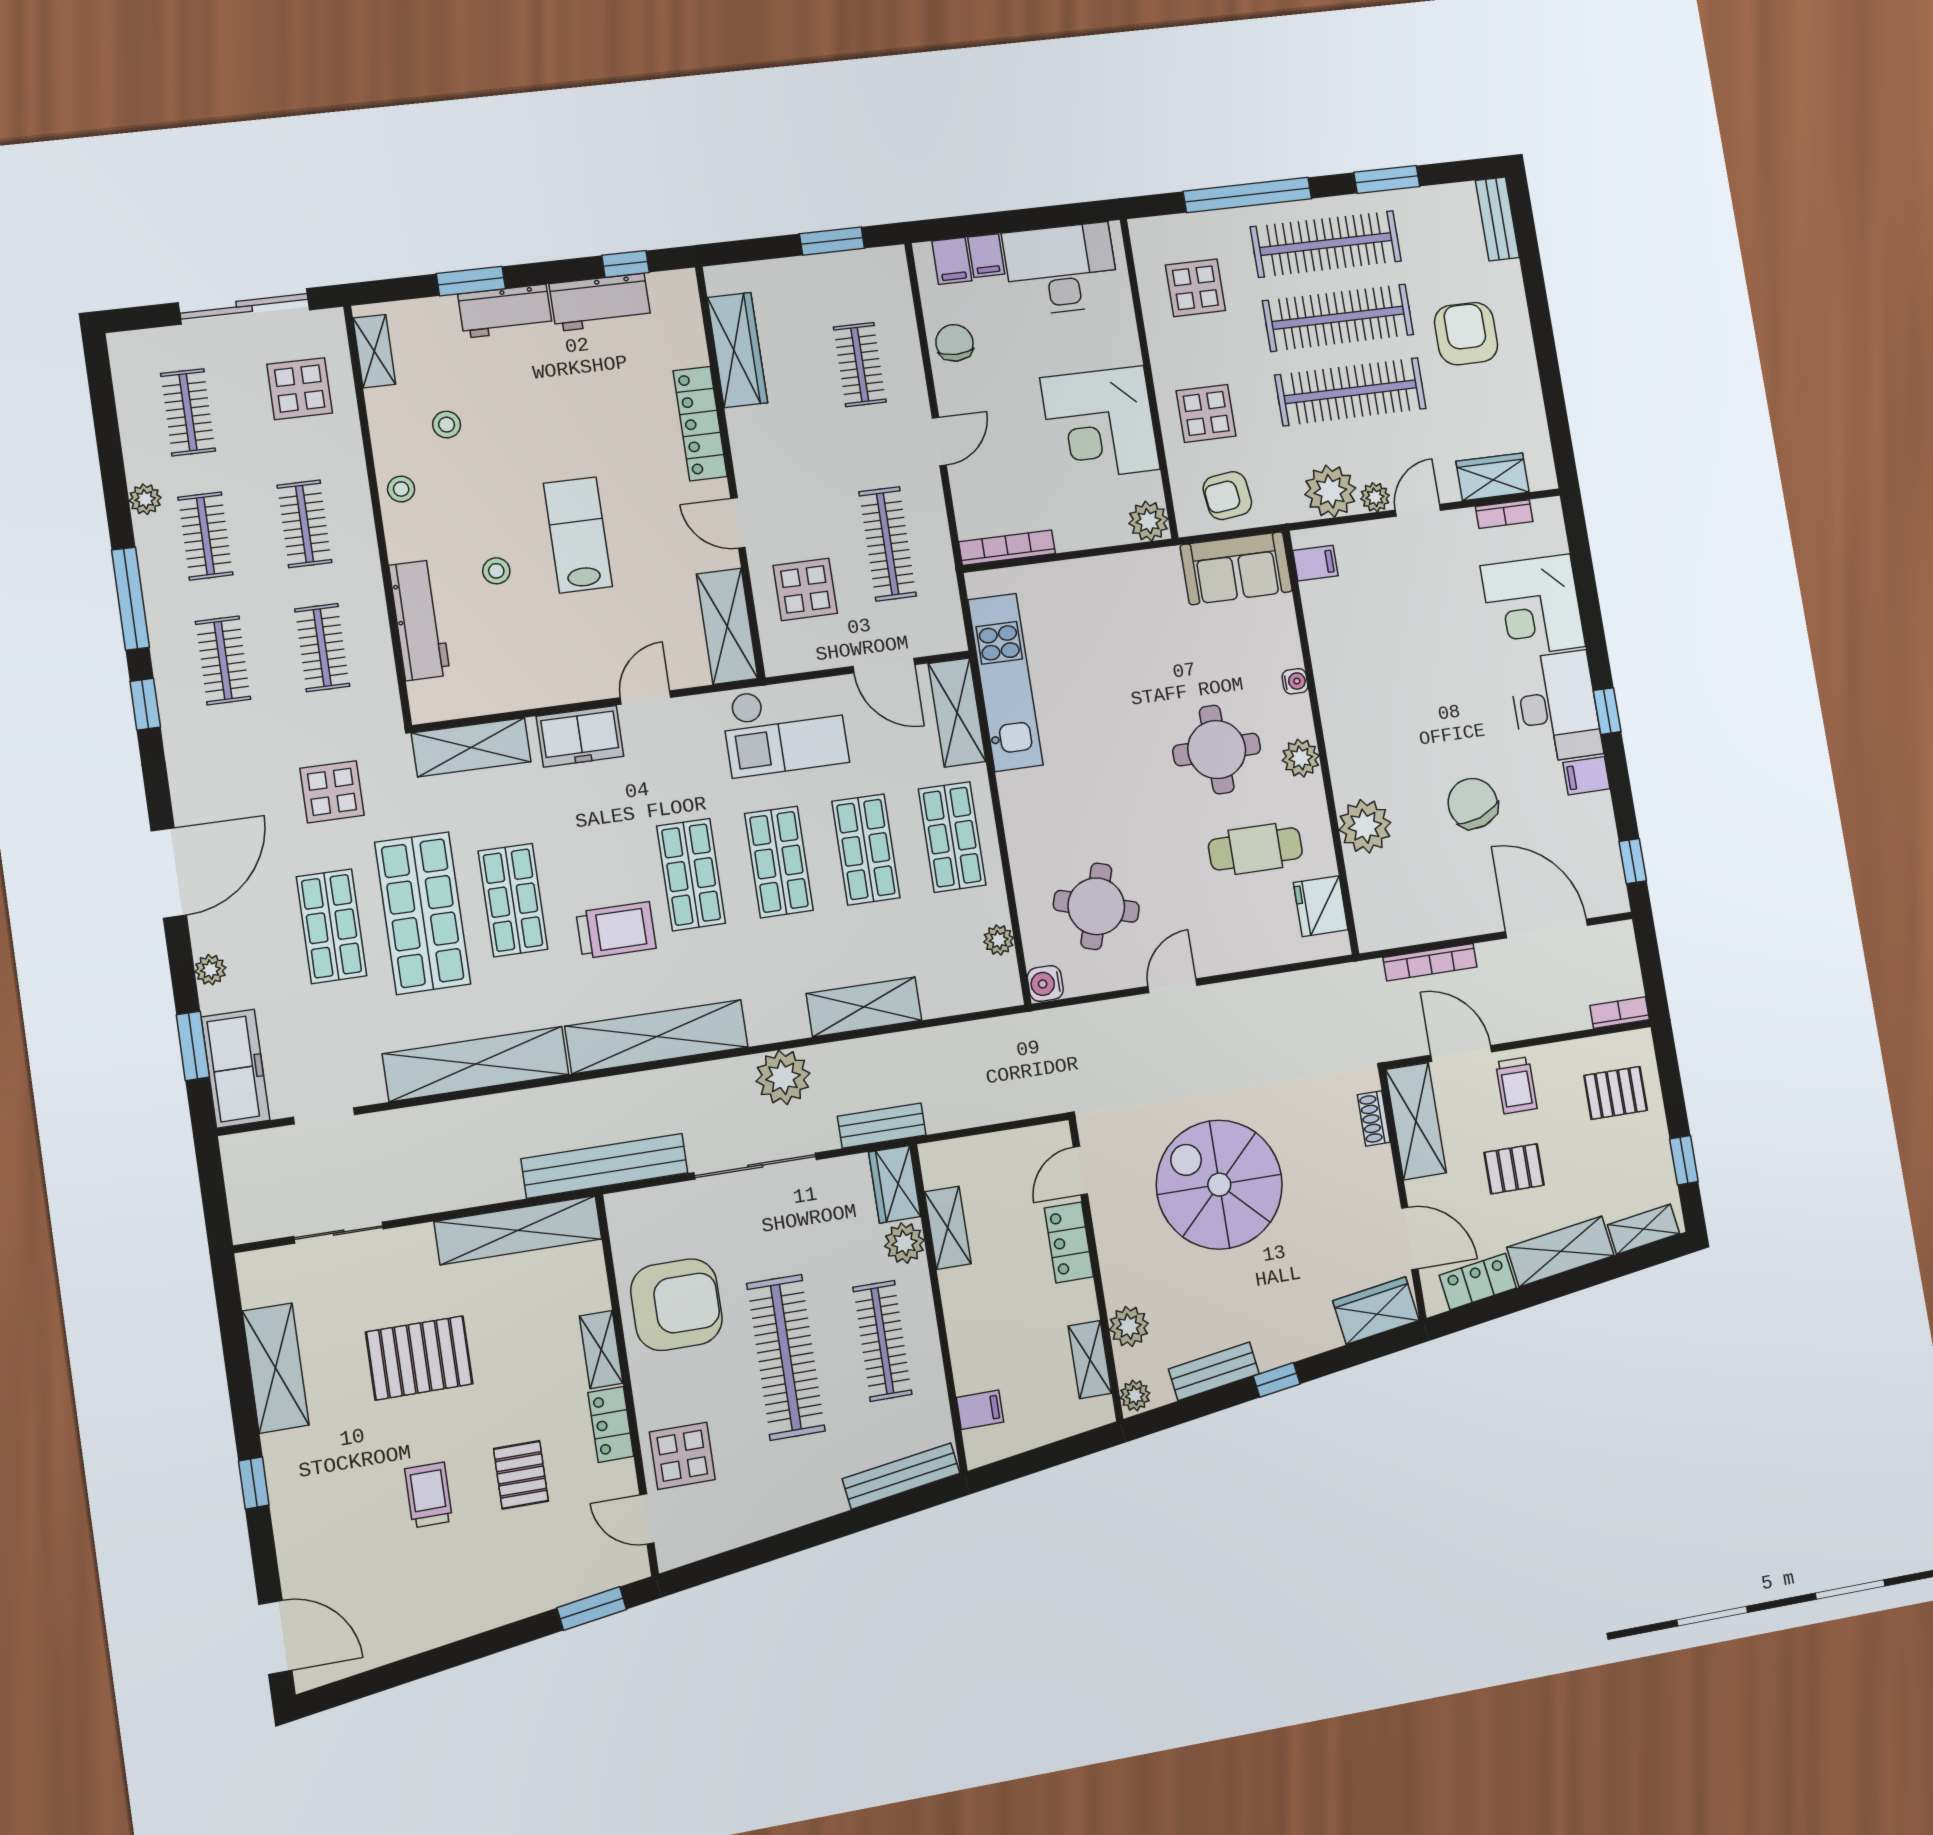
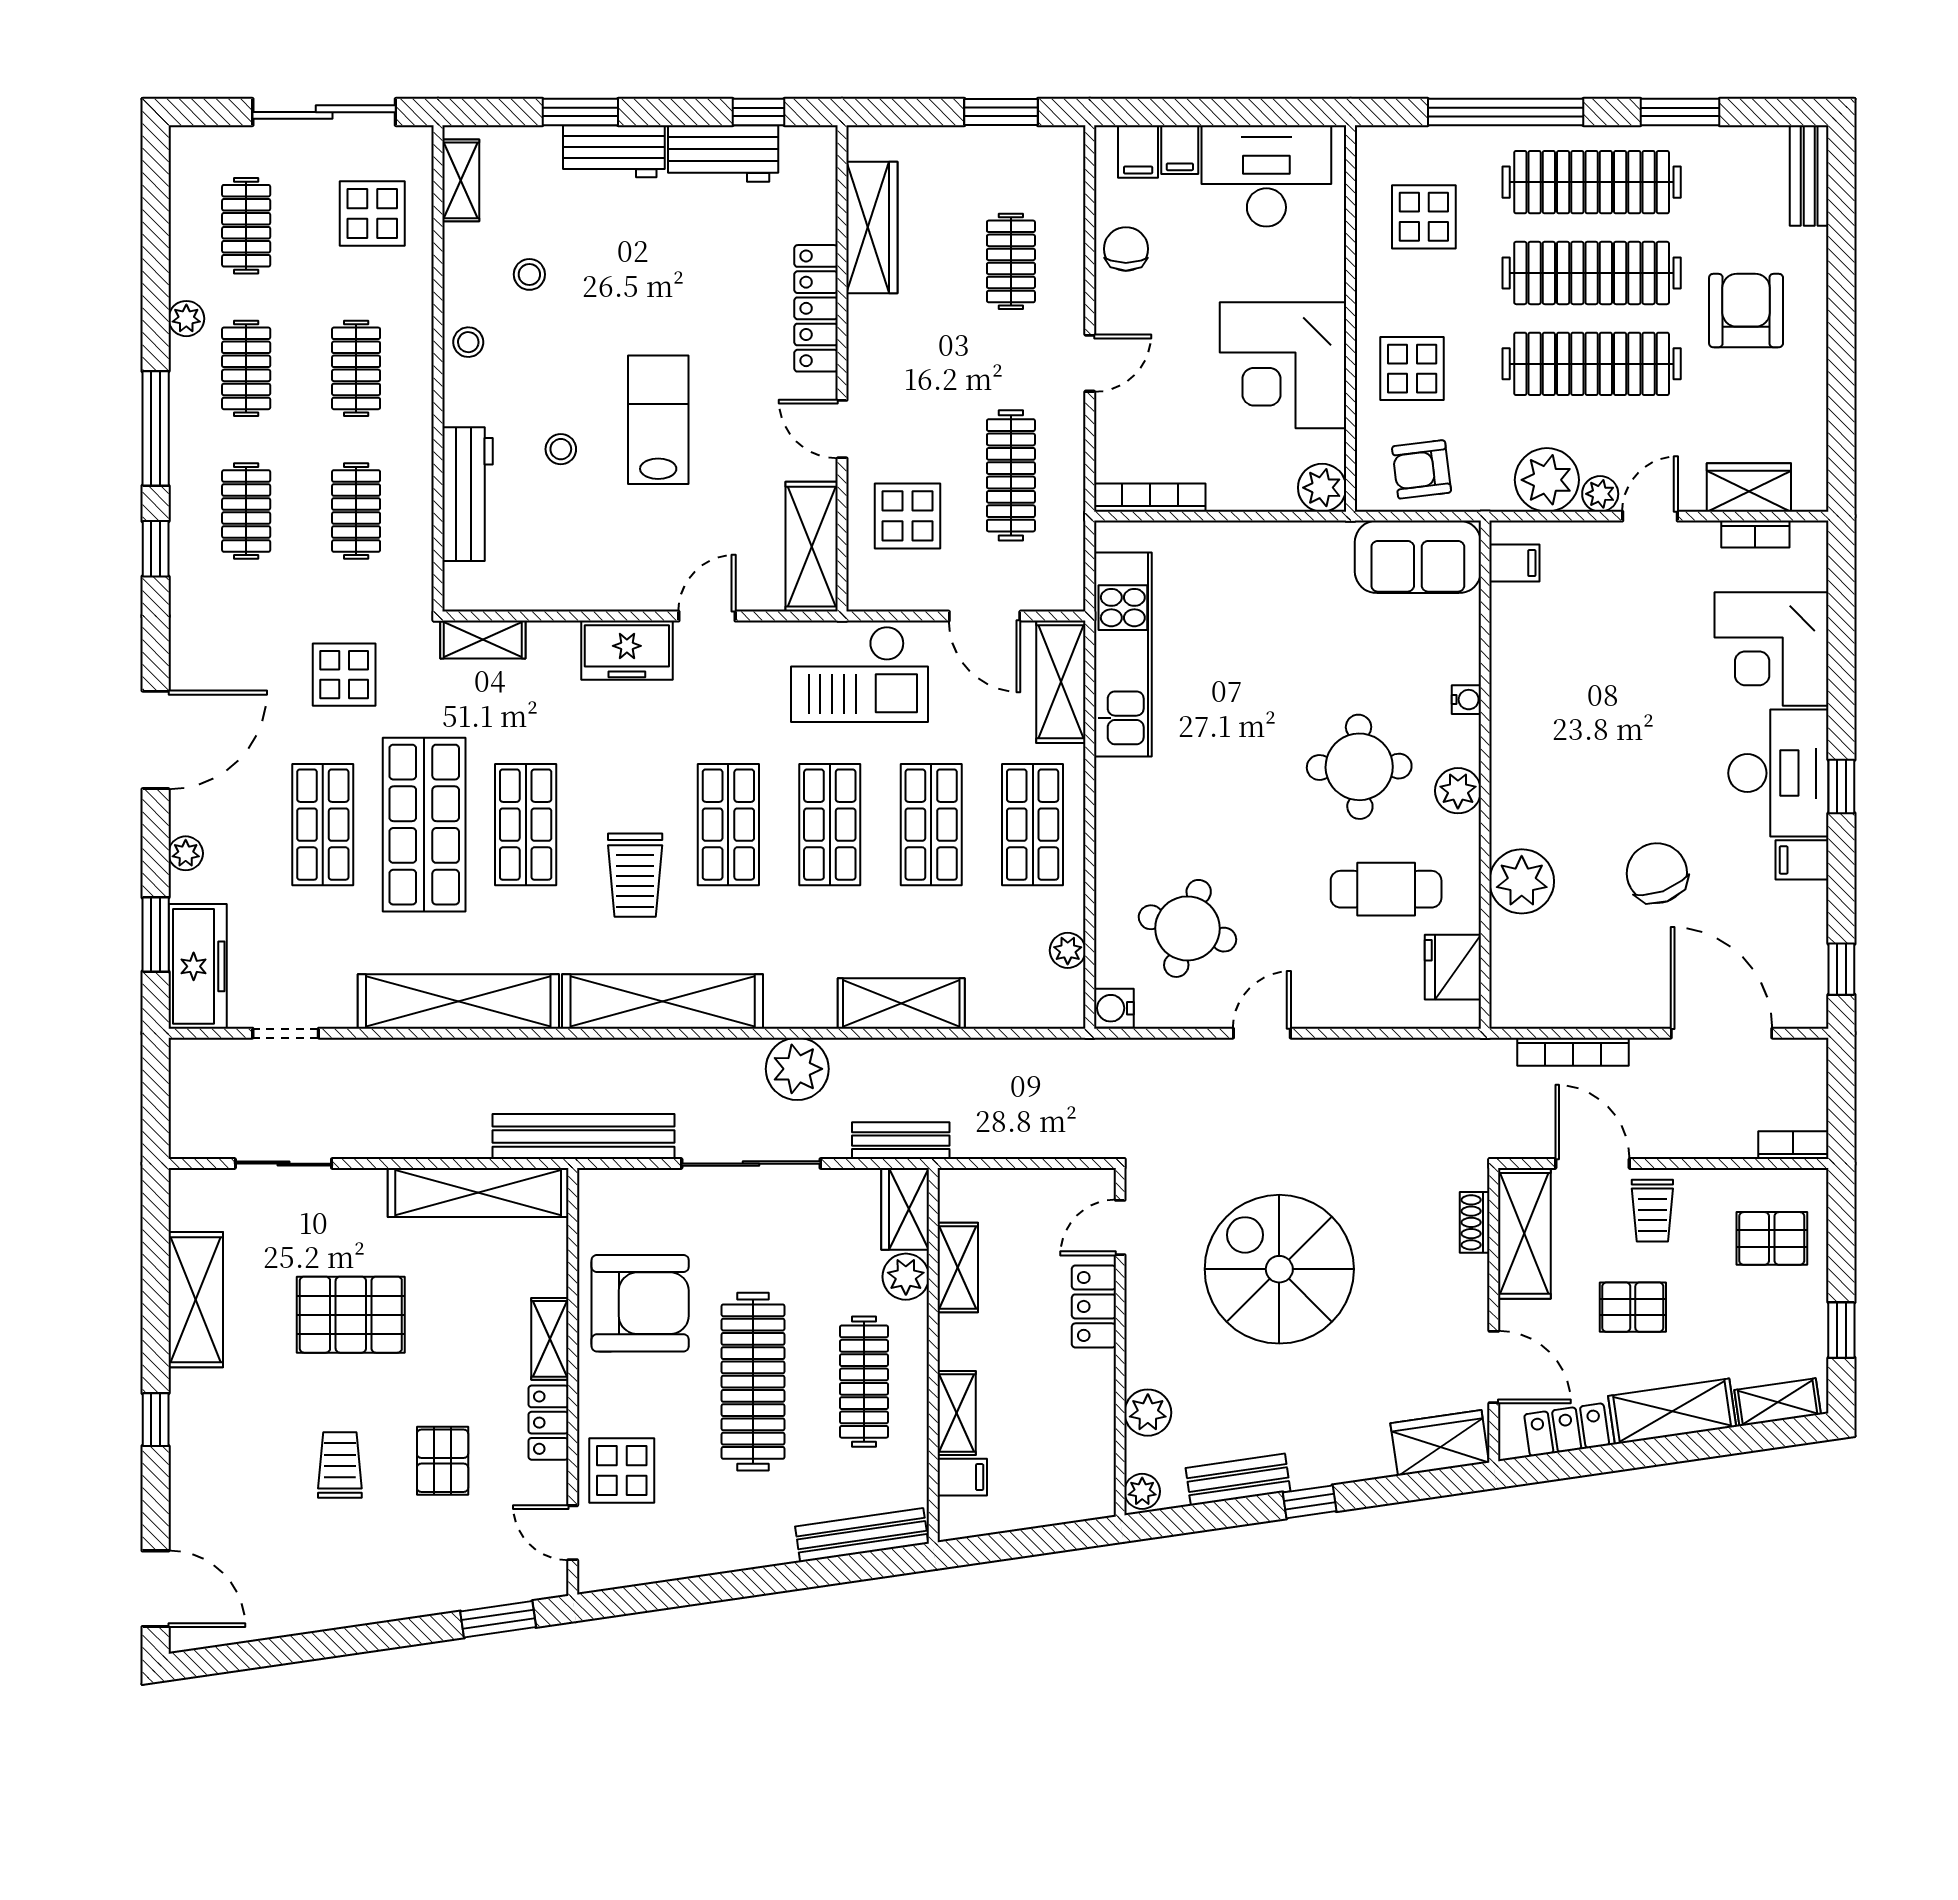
shelving: (471, 747) -> (483, 640), width x0.67, depth x0.75
trolley: (616, 930) -> (635, 875), turned 90
shelving: (1090, 1360) -> (957, 1413), moved

